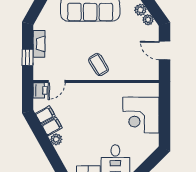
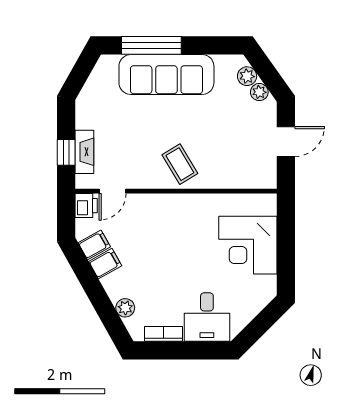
fireplace: (39, 44) -> (84, 152), moved
door: (165, 50) -> (286, 141), swing flipped
plant: (56, 139) -> (125, 308), moved

